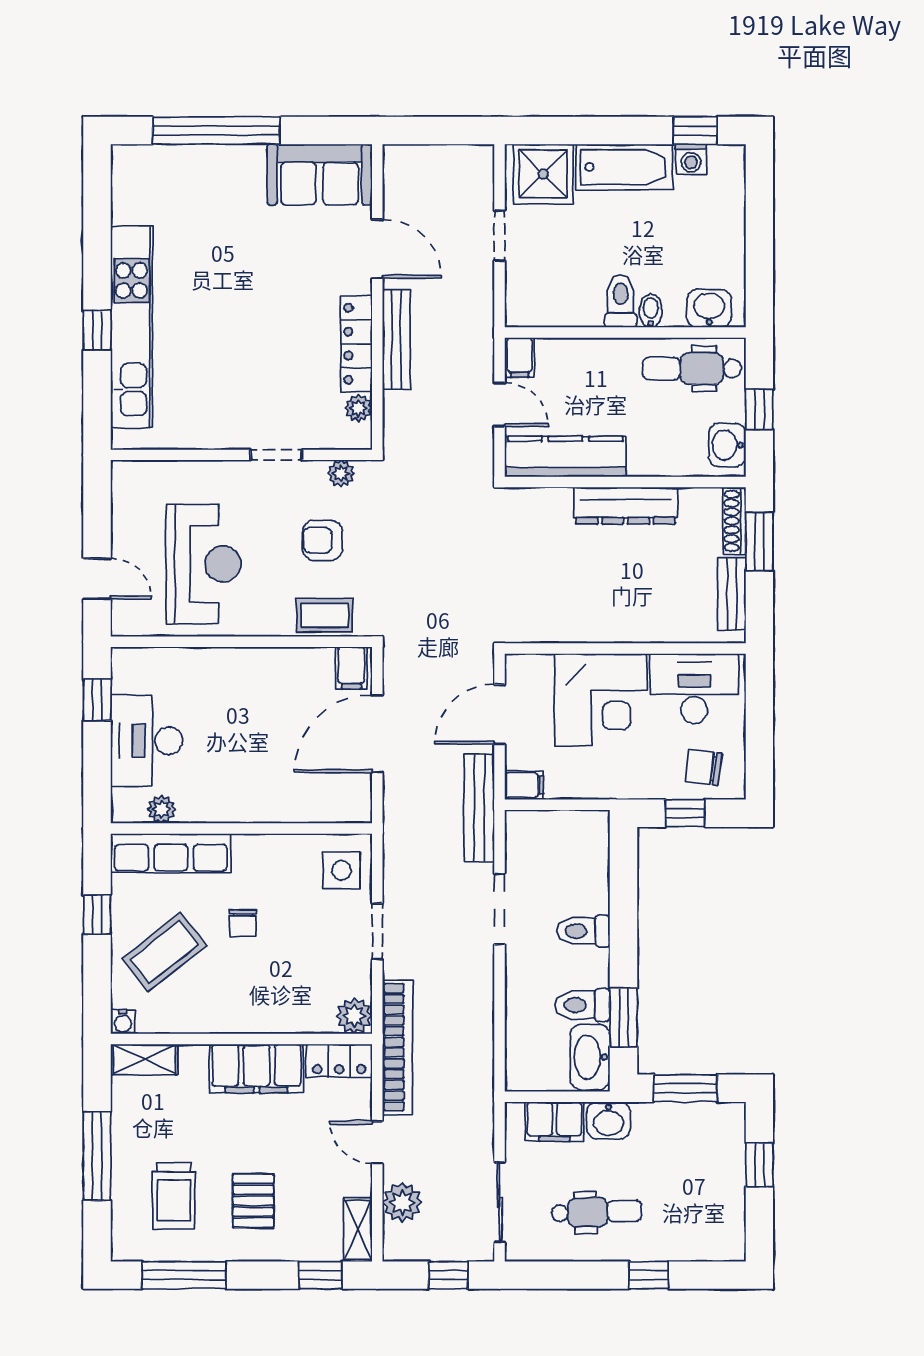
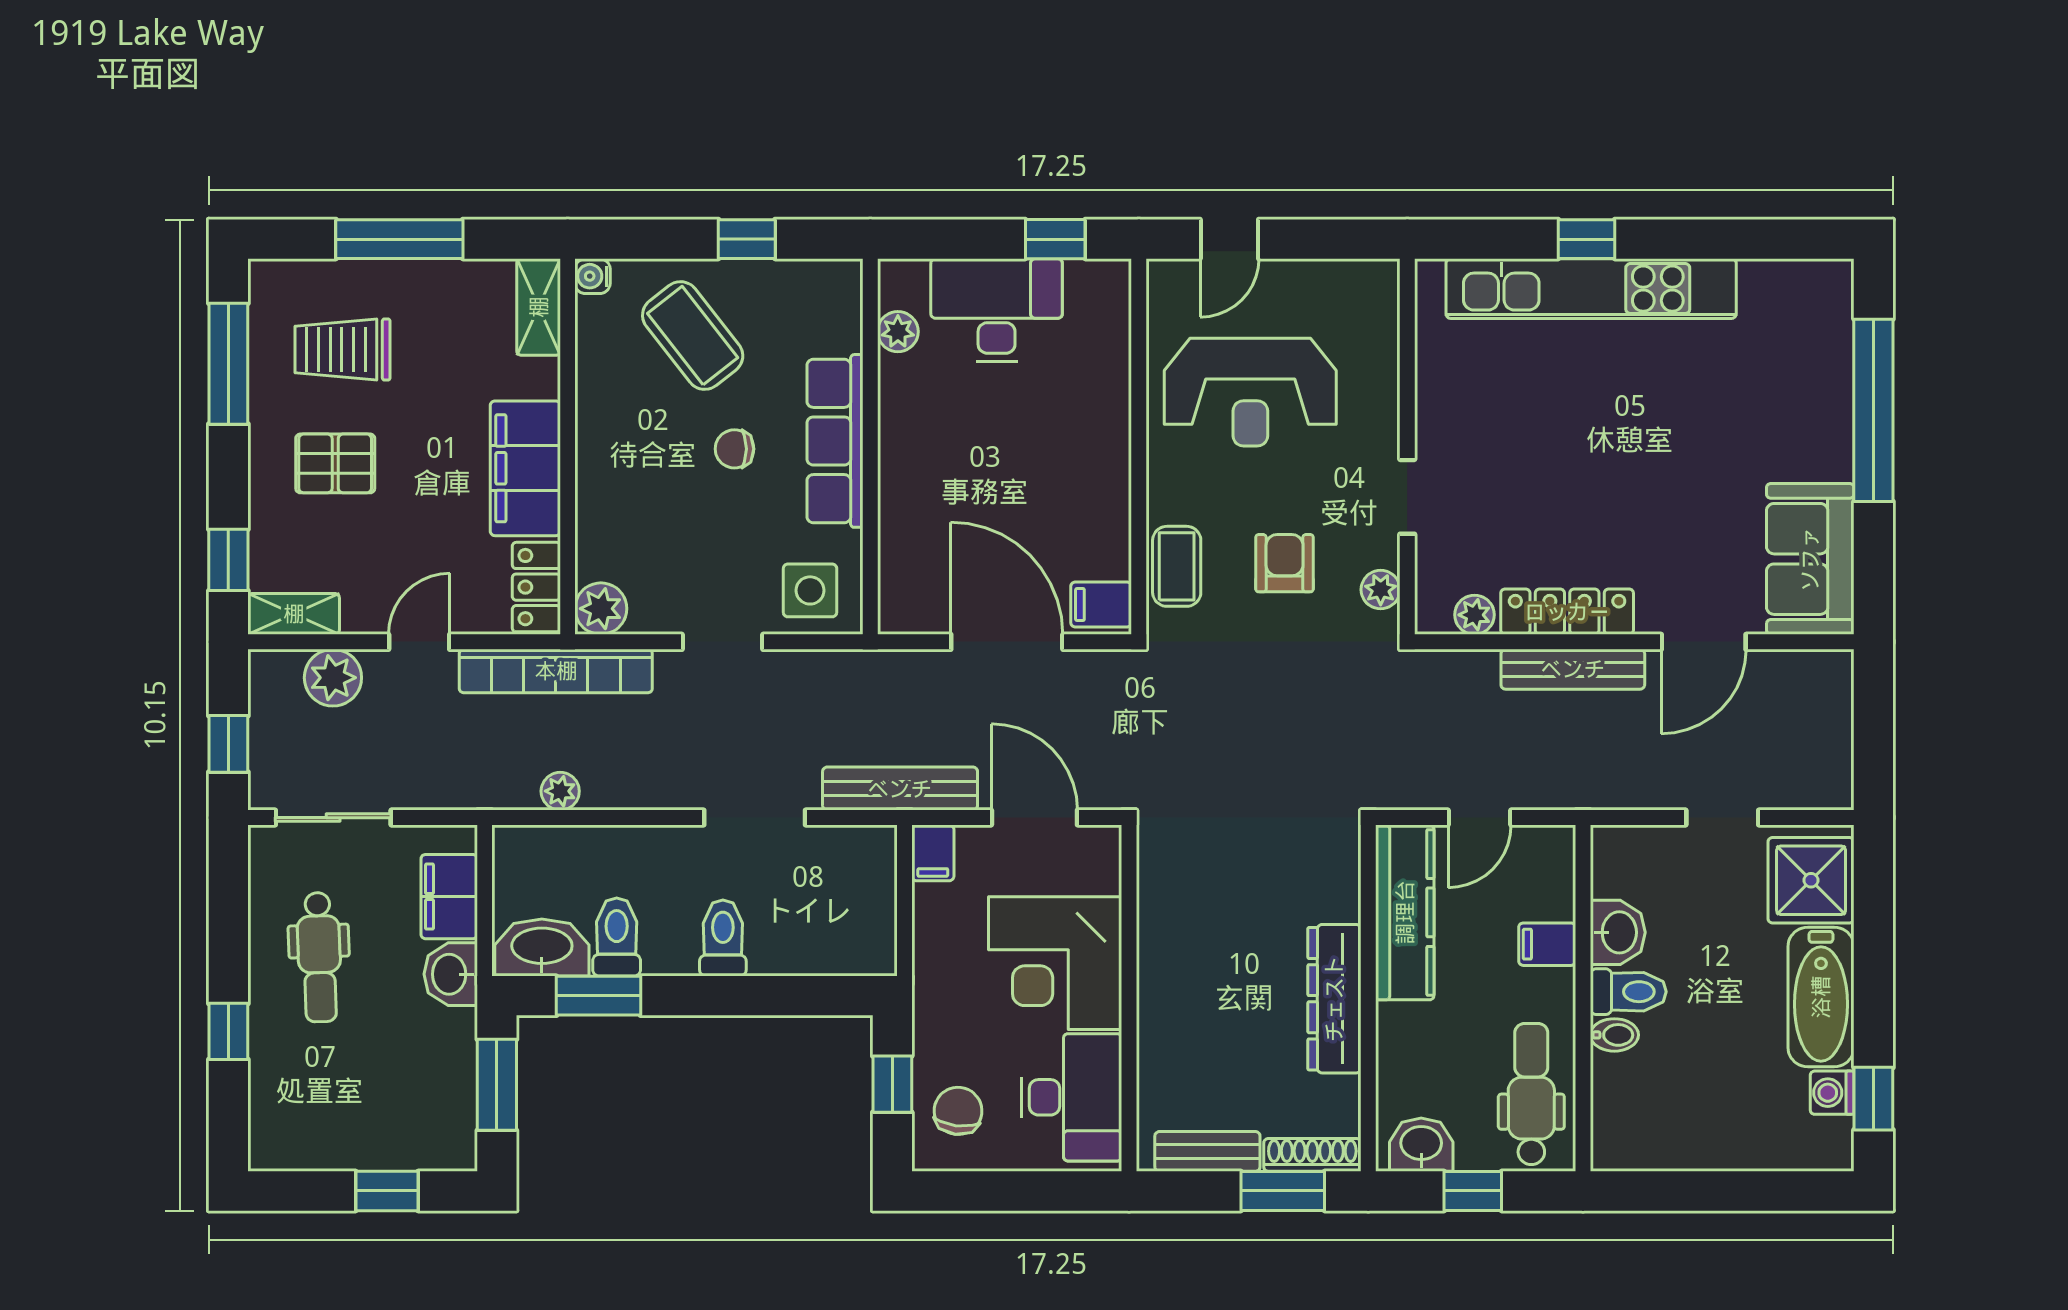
washbasin: (709, 308) -> (1618, 932), moved
filing cabinet: (519, 357) -> (1547, 944), moved
row of seats: (171, 853) -> (835, 441), moved
plant: (481, 1044) -> (560, 791), added

